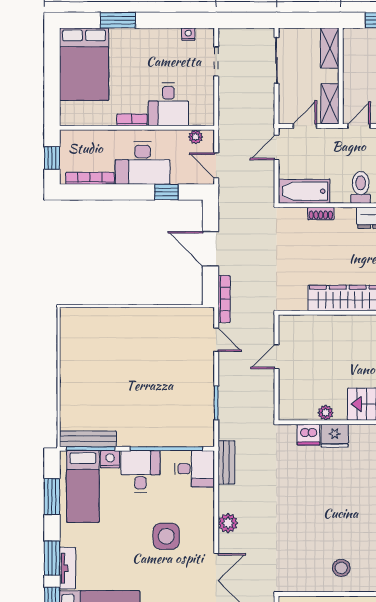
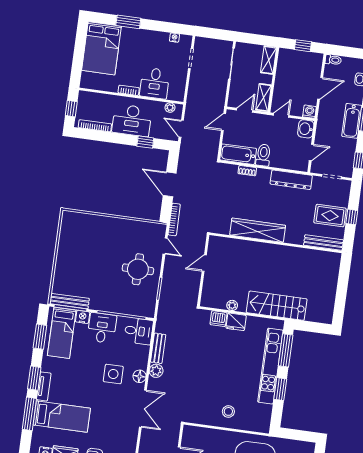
toilet: (361, 187) -> (263, 155), moved
round table: (181, 379) -> (138, 269), added
bench: (226, 462) -> (158, 348), moved
floor lamp: (205, 534) -> (140, 376), added

